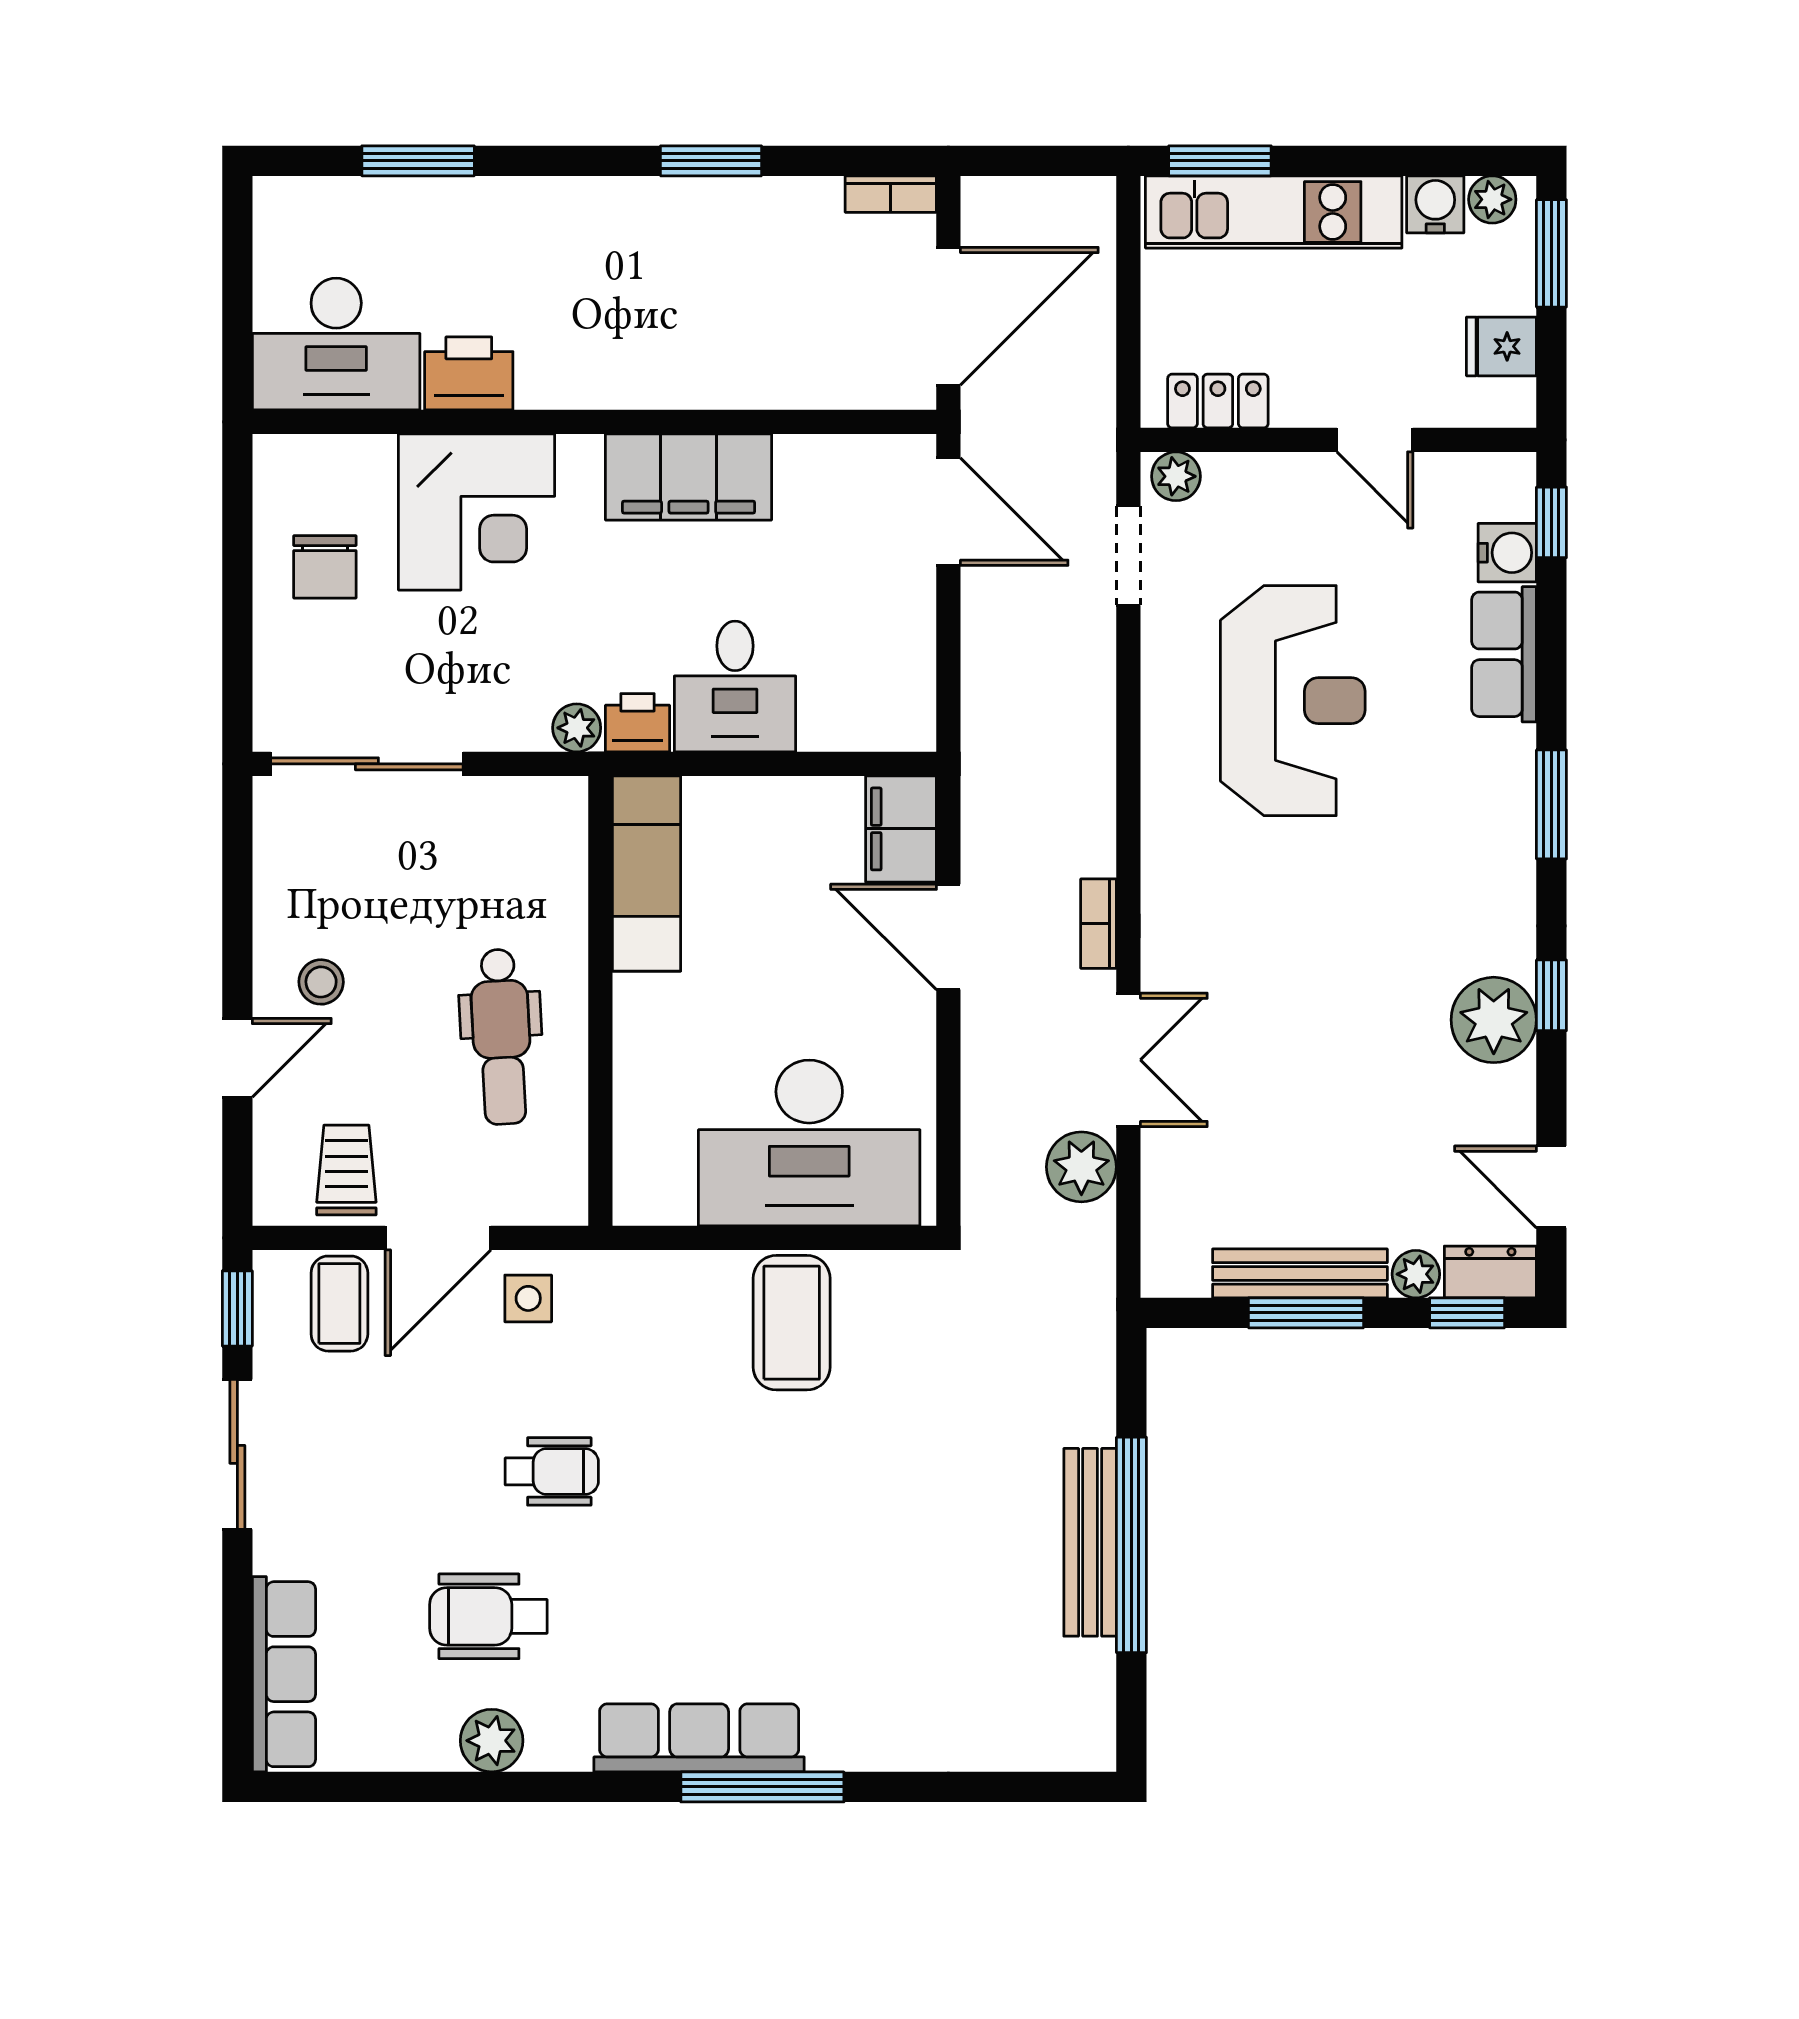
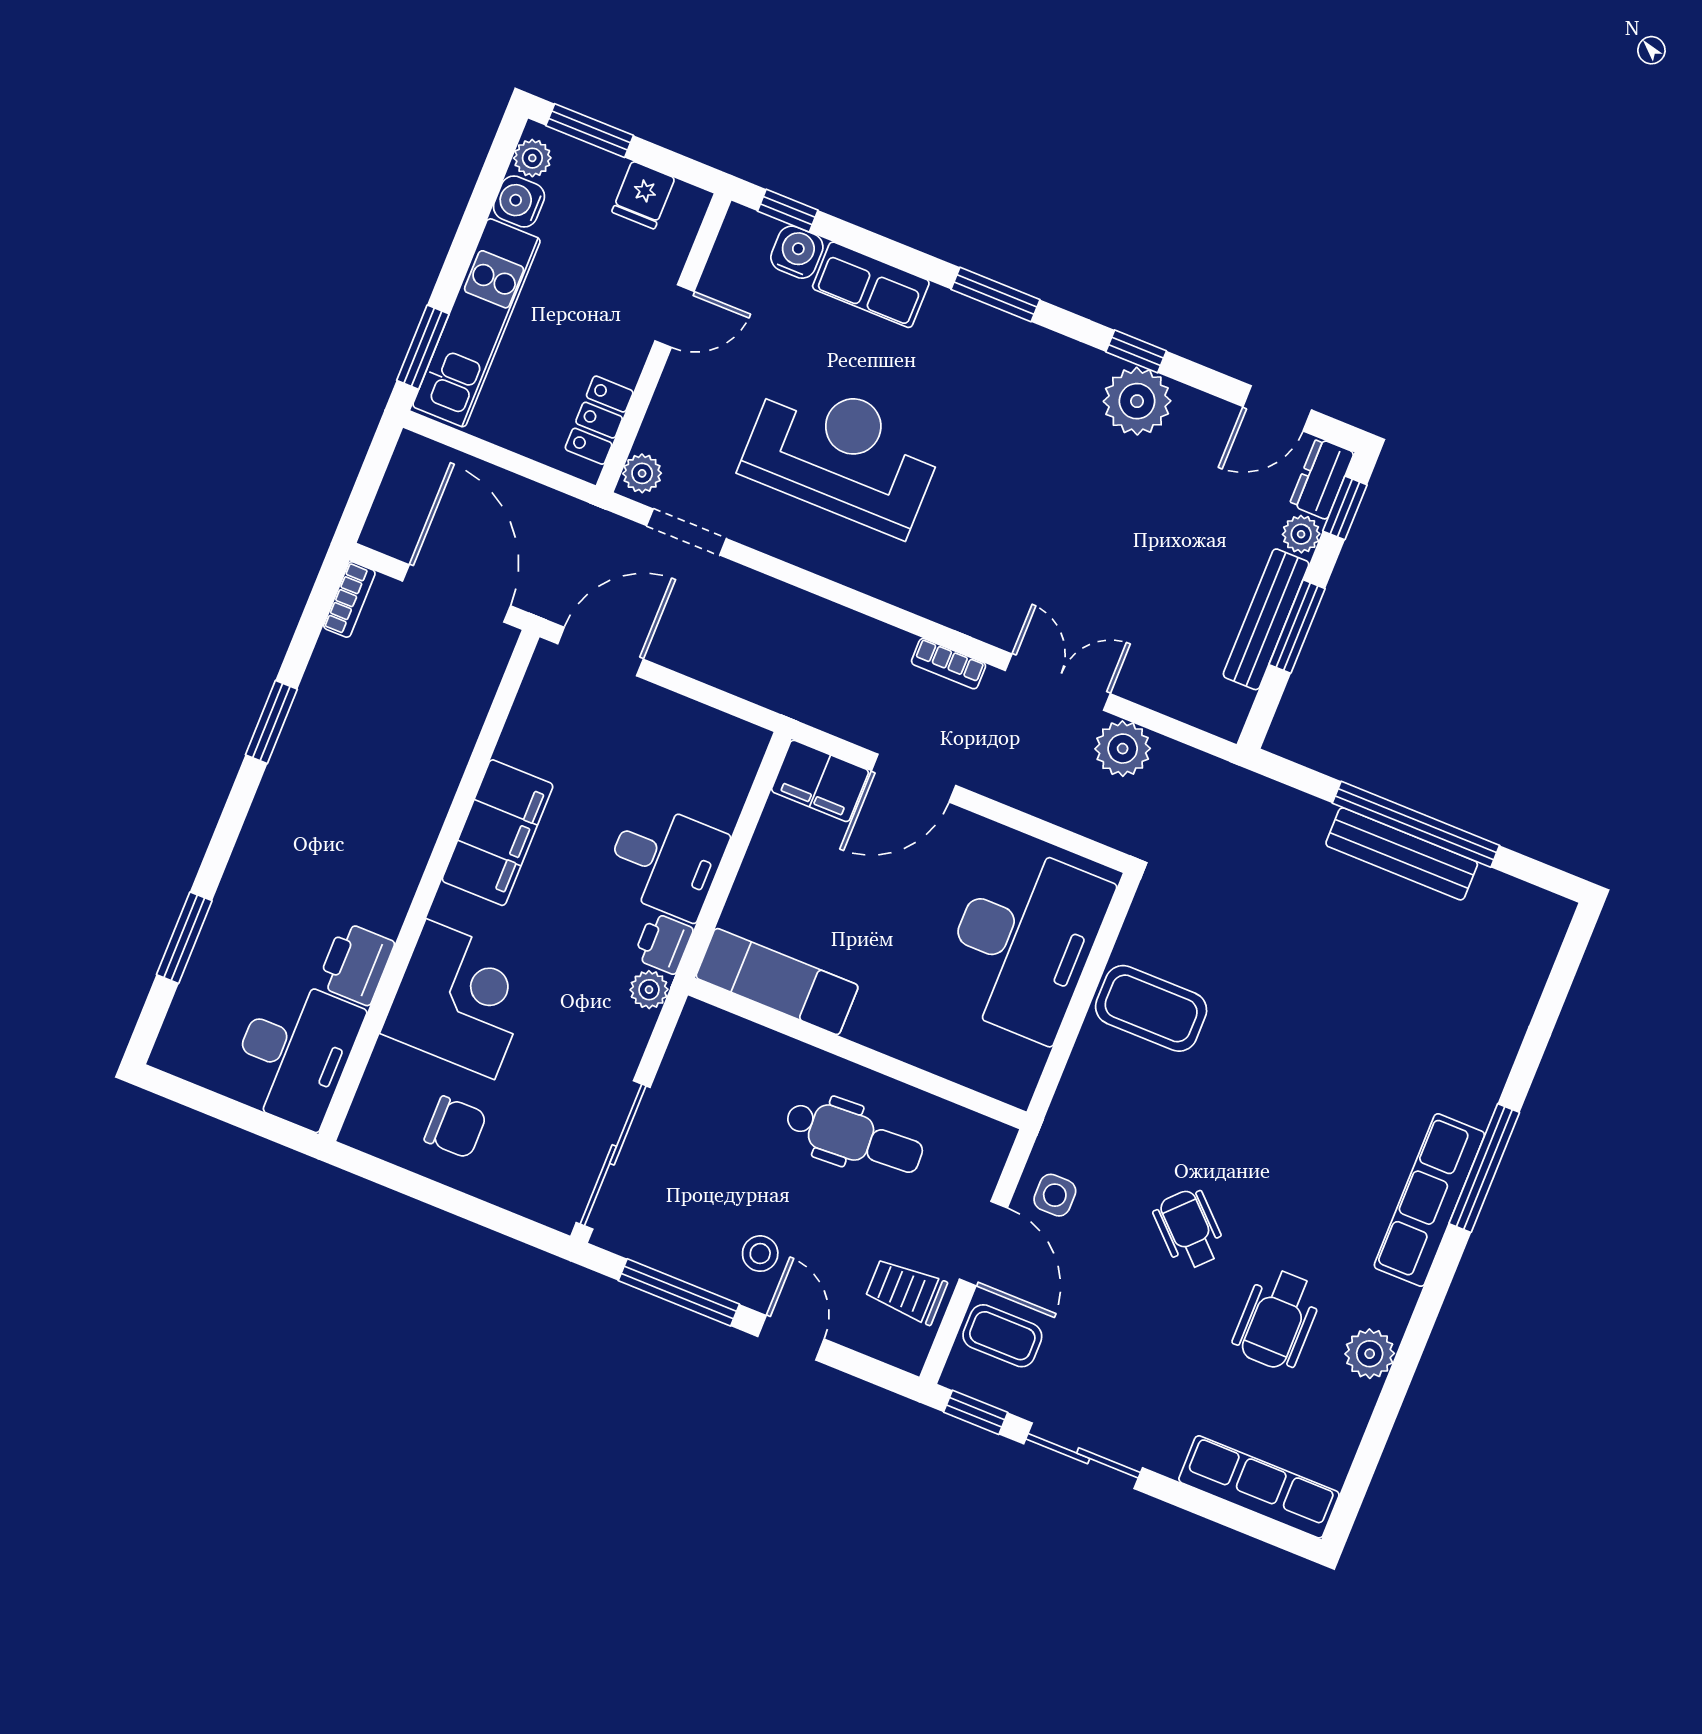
window: (237, 905) -> (679, 1292), added
wheelchair: (552, 1471) -> (1189, 1229), turned -46

